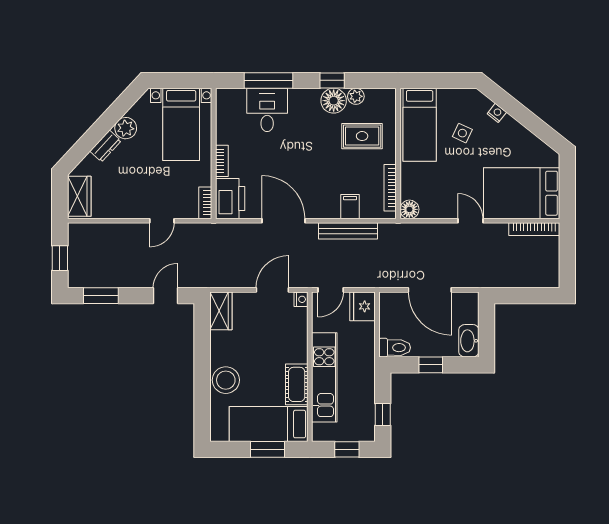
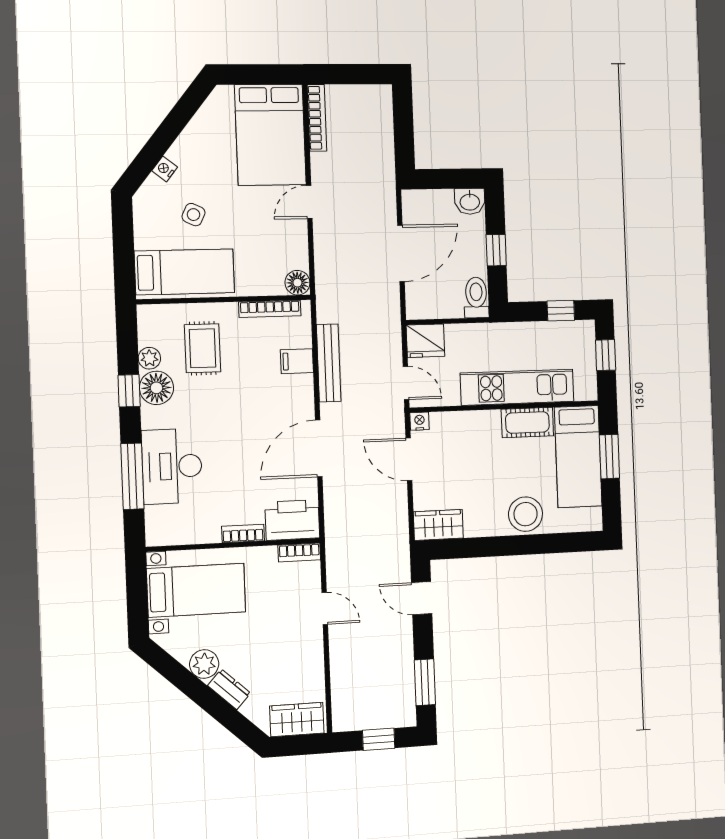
desk: (267, 110) -> (172, 466), width x1.37
washbasin: (469, 341) -> (470, 201), width x0.72

